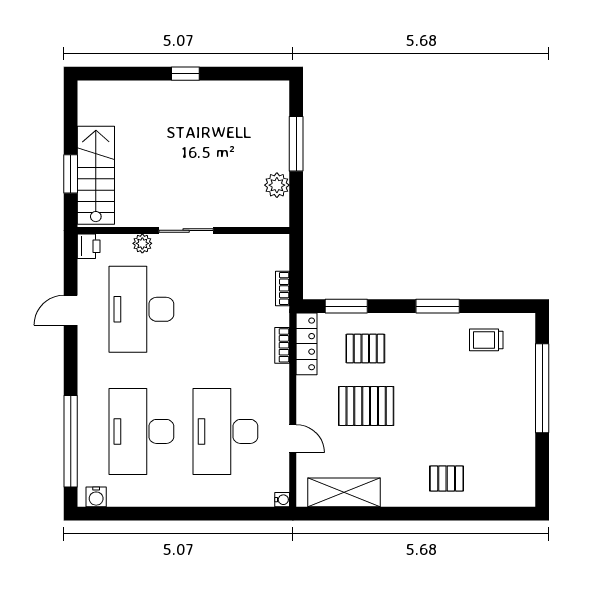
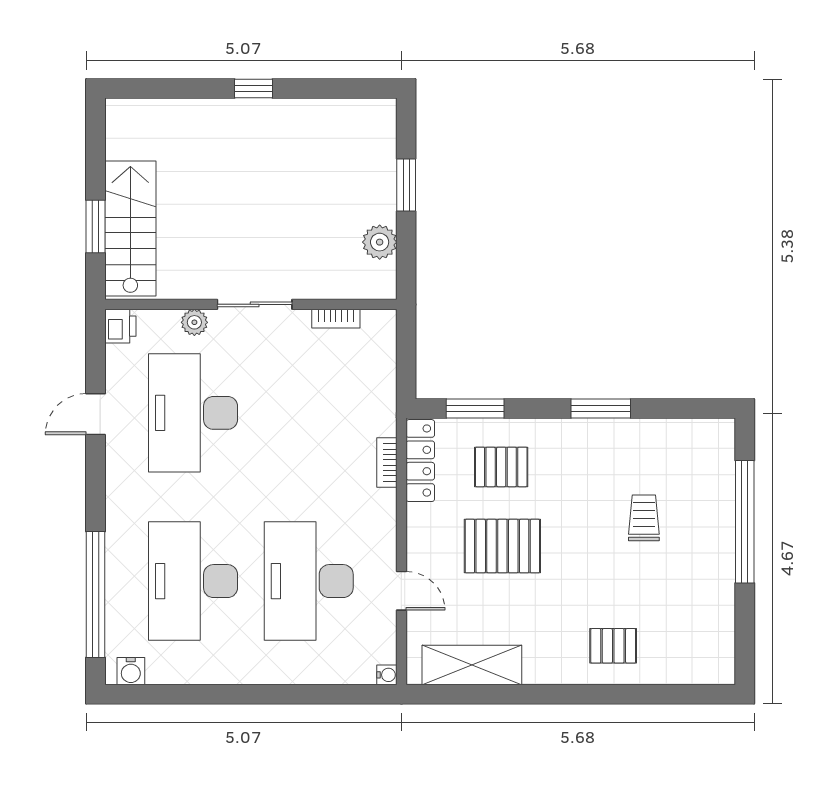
window: (296, 144) -> (406, 185), width x0.69
bookcase: (282, 288) -> (336, 319), moved, turned -90
trolley: (486, 340) -> (644, 518), moved, turned 90

